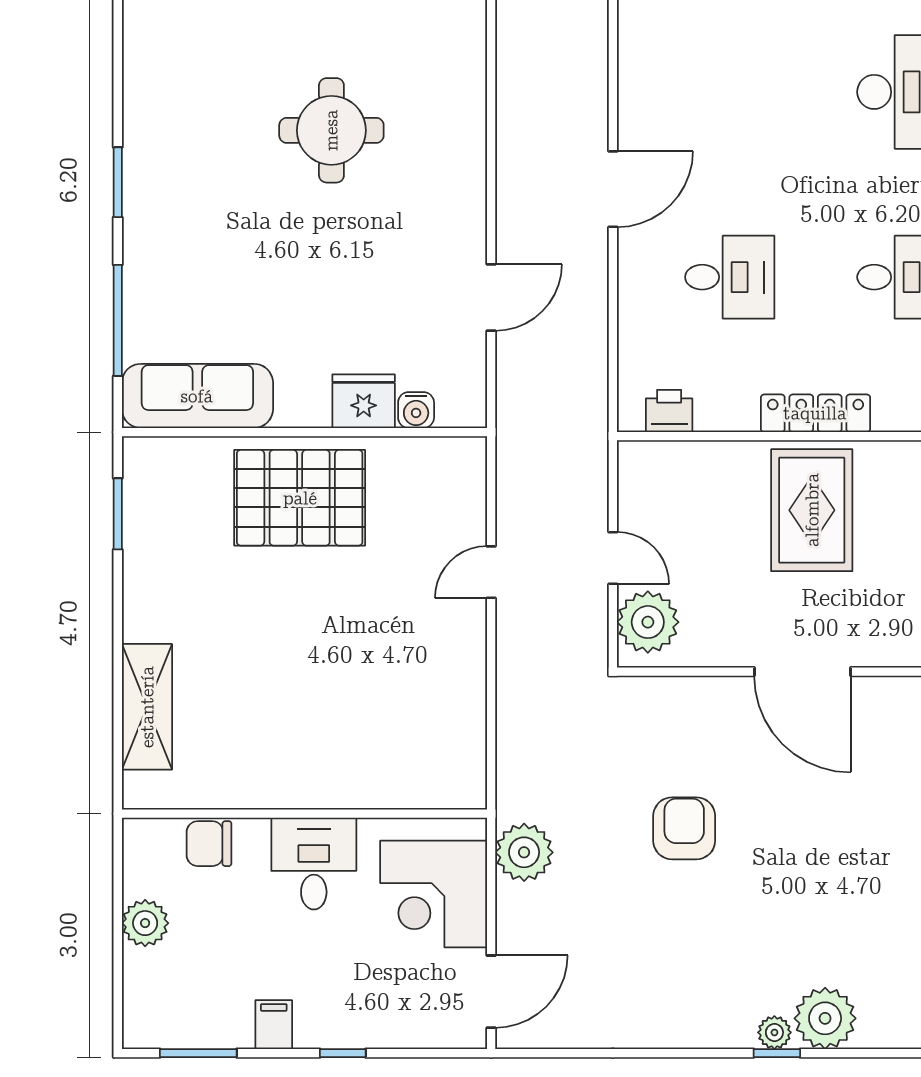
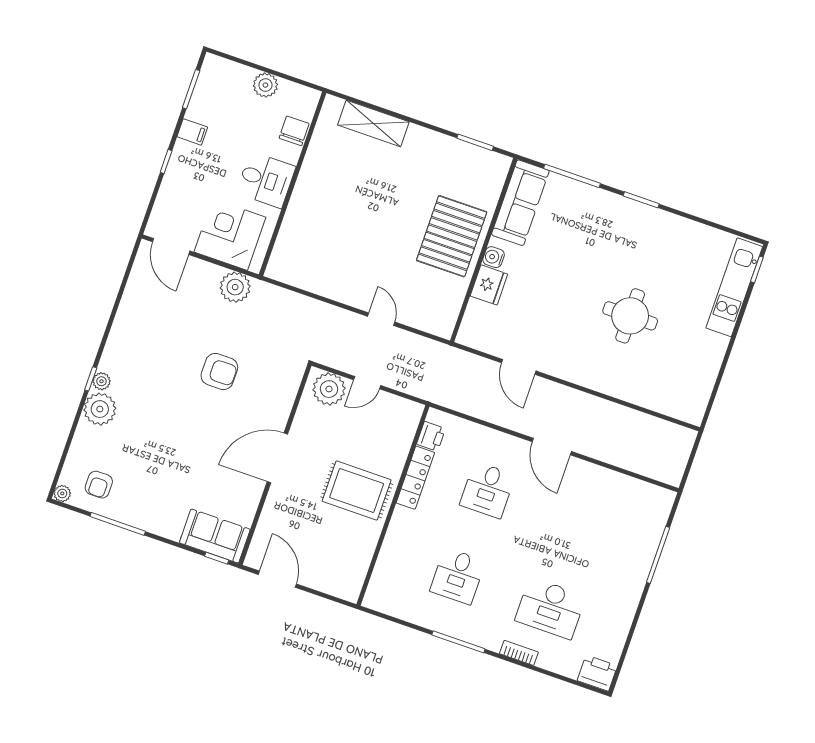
water cooler: (416, 410) -> (494, 257), moved
locker: (815, 413) -> (415, 478), moved

